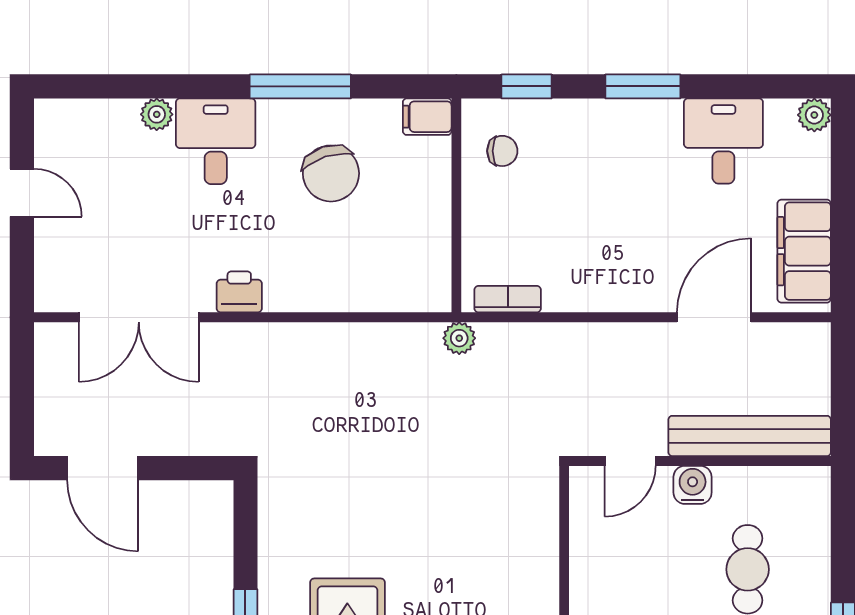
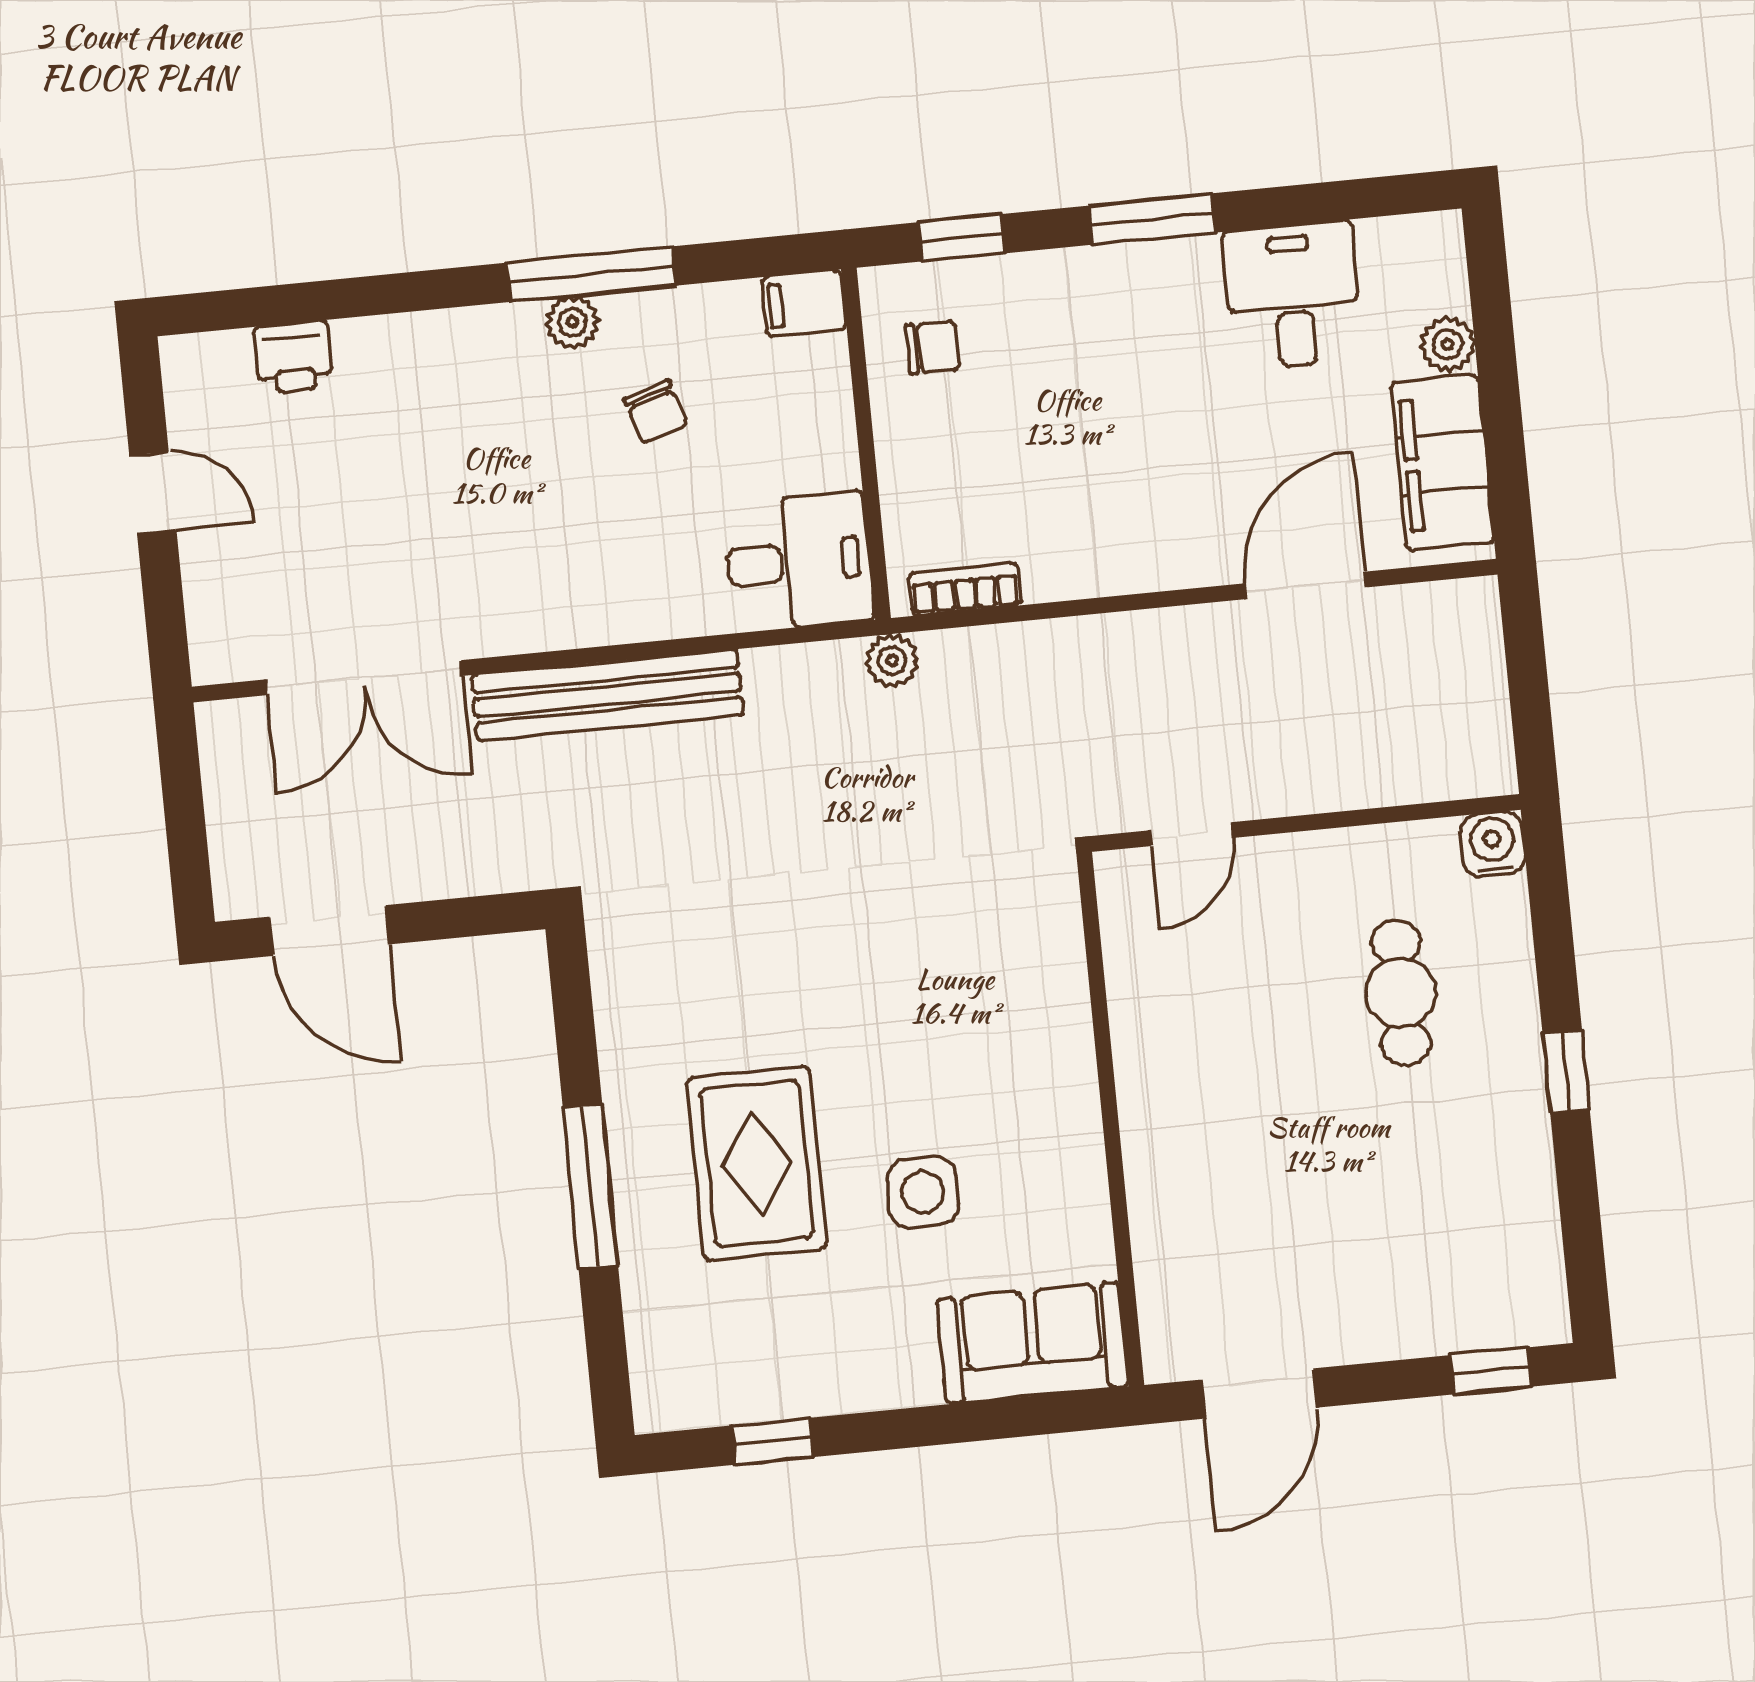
plant: (157, 114) -> (572, 322), moved
plant: (814, 115) -> (1448, 344), moved
desk: (216, 141) -> (799, 561), moved, turned 90
chair: (331, 173) -> (656, 412), width x0.54, depth x0.54
printer: (239, 292) -> (293, 357), moved, turned 180
bench: (750, 436) -> (607, 695), moved
water cooler: (693, 485) -> (1493, 844), moved

